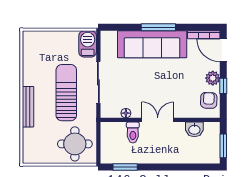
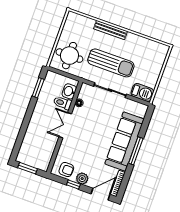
double door: (158, 120) -> (65, 125), swing flipped
washbasin: (194, 129) -> (69, 91), moved

